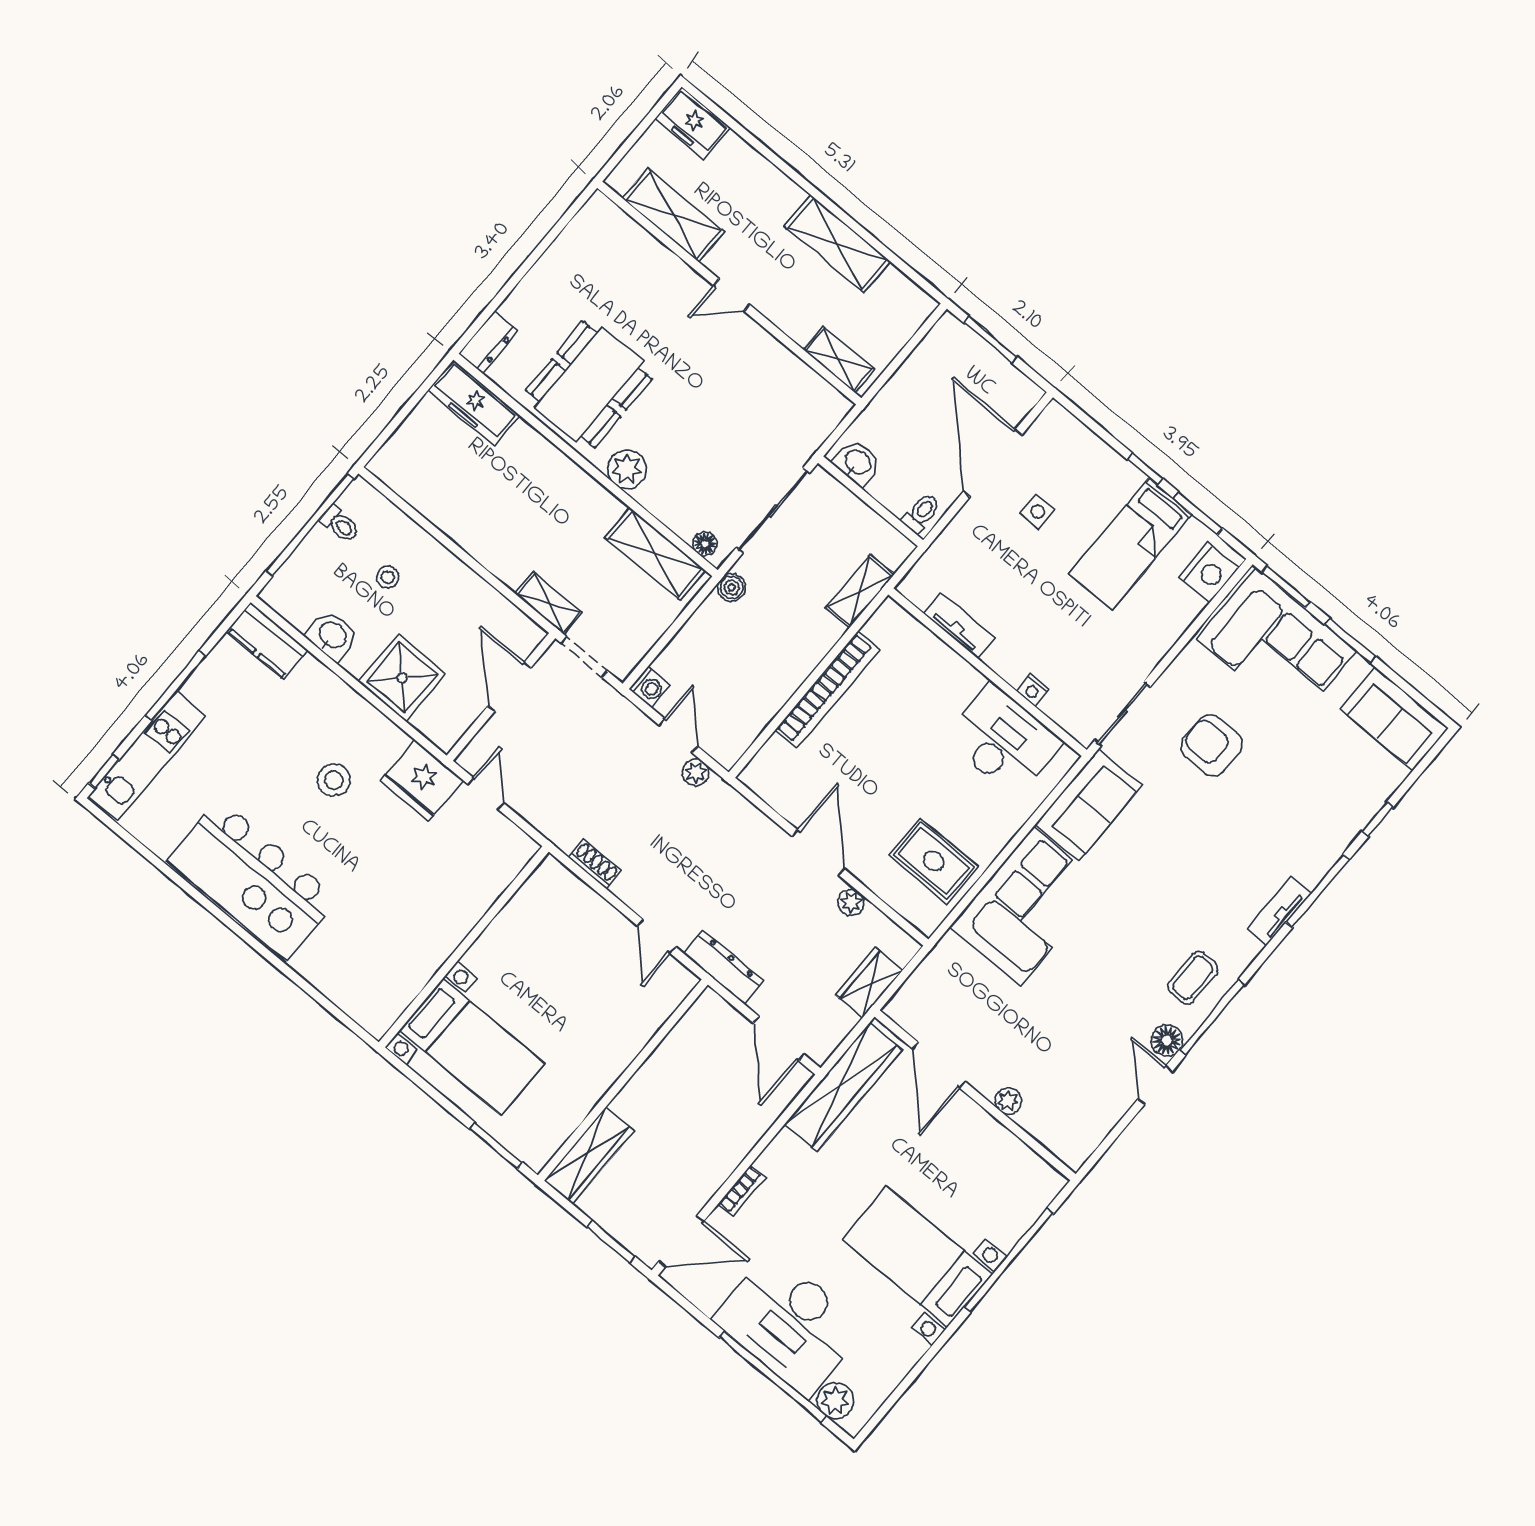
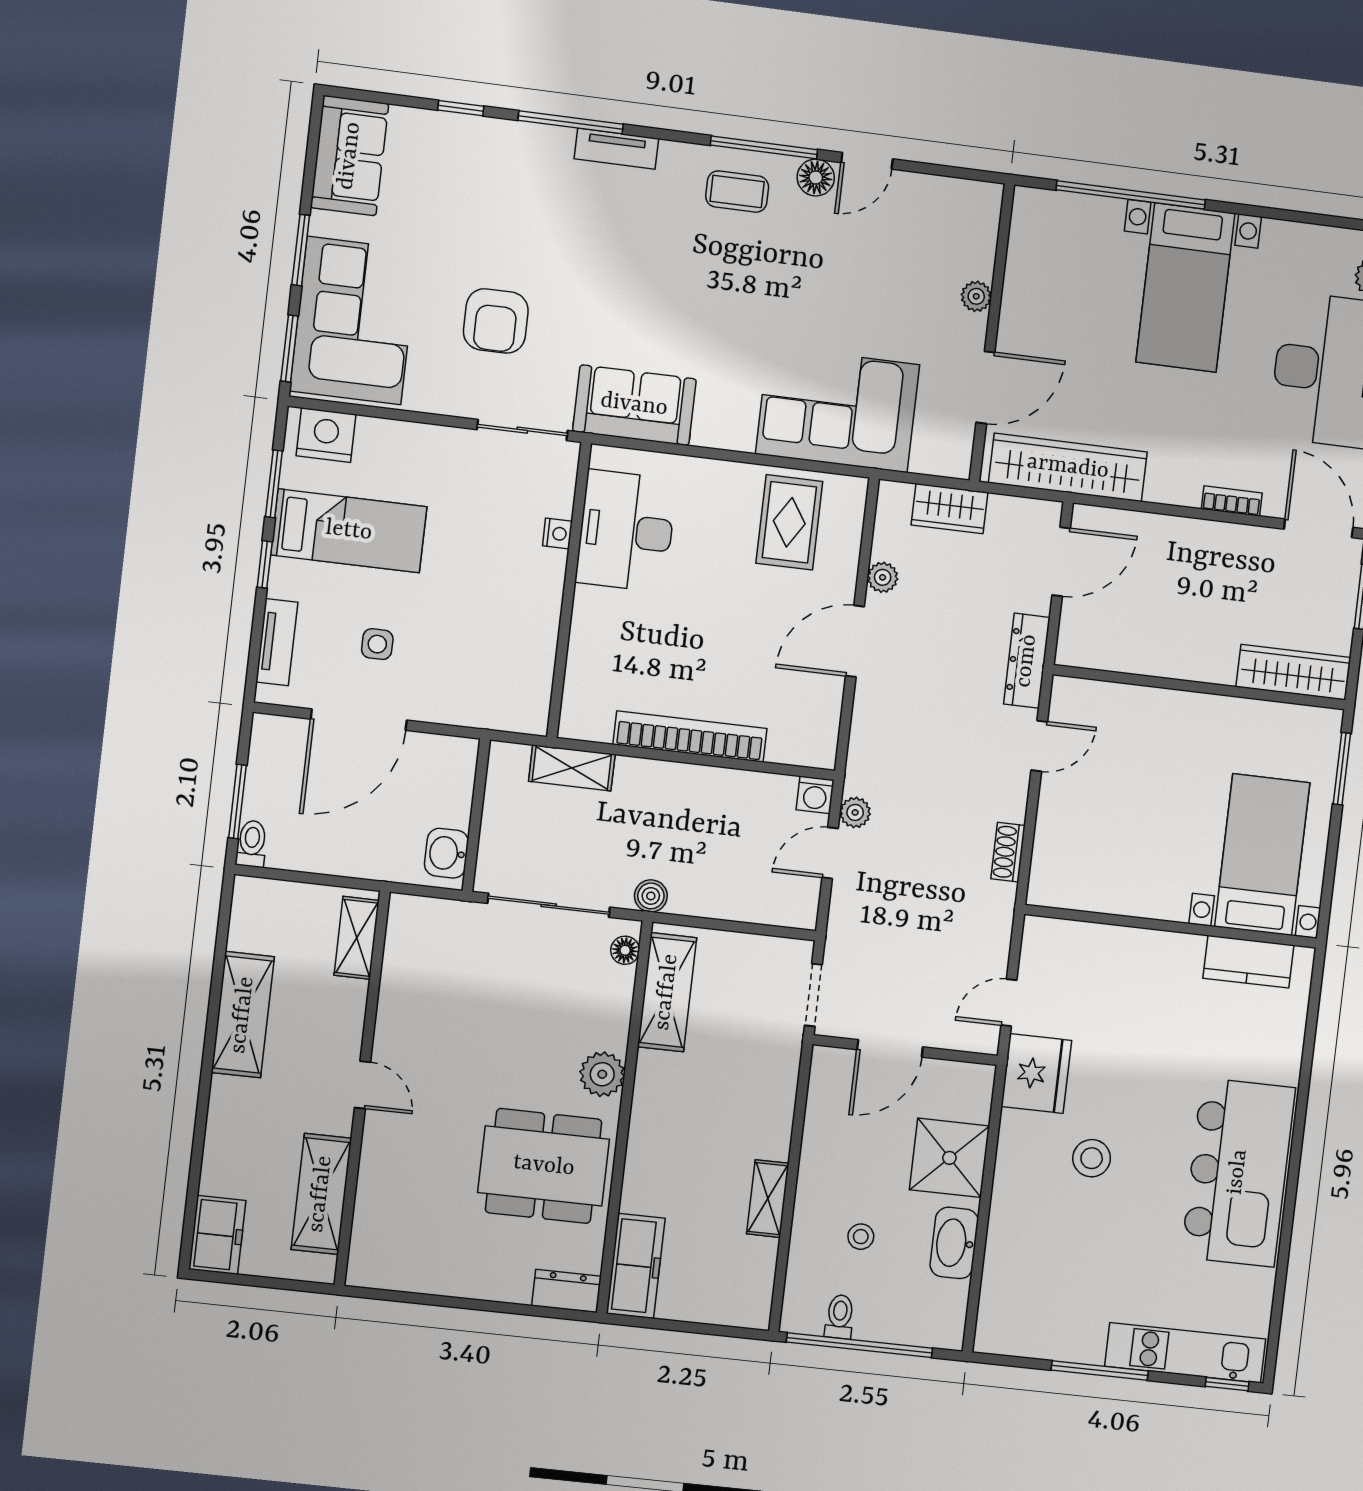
toilet: (921, 513) -> (252, 844), moved, turned 90
shelving: (549, 603) -> (768, 1199), moved
tv unit: (959, 626) -> (277, 642), moved, turned 180
washbasin: (332, 636) -> (954, 1243), width x1.38
kitchen counter: (267, 641) -> (1248, 962), moved, turned 90
washing machine: (649, 687) -> (815, 795), moved, turned 180
corner sofa: (1027, 906) -> (838, 409), moved

